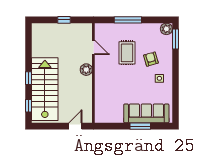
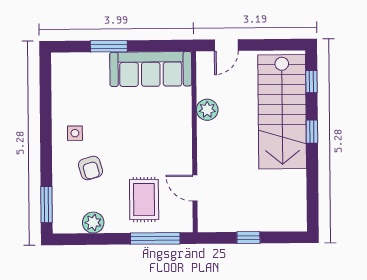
window: (128, 20) -> (155, 238), moved
plant: (166, 29) -> (93, 223), moved
rug: (127, 53) -> (144, 200), moved
plant: (86, 70) -> (207, 110), moved
sofa: (146, 113) -> (151, 69), moved

